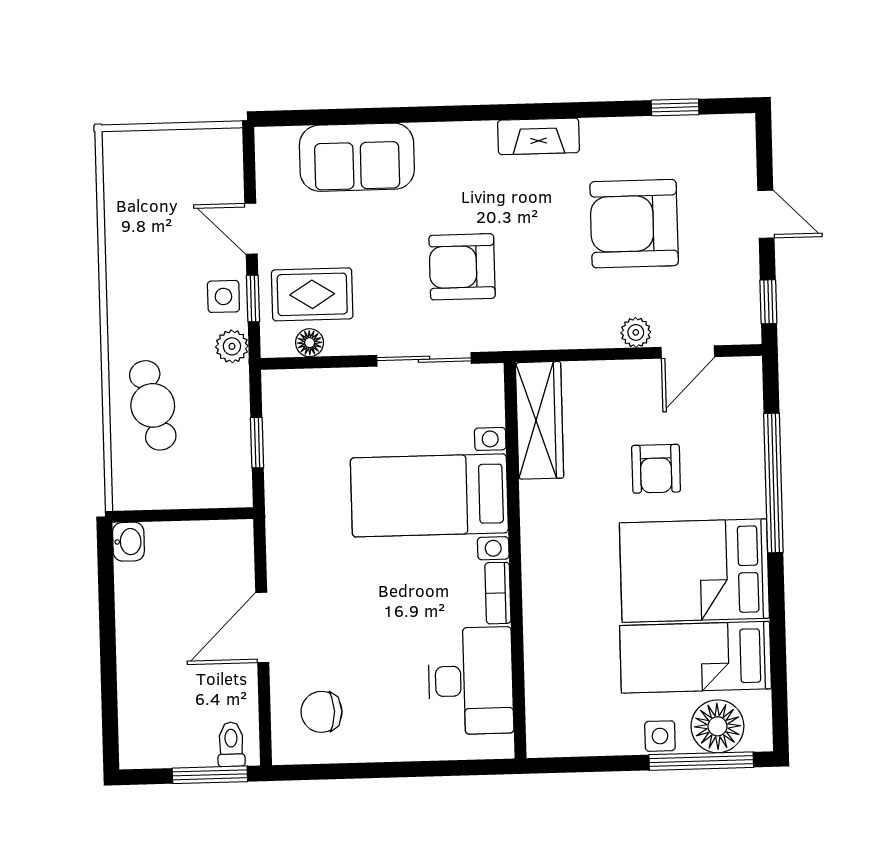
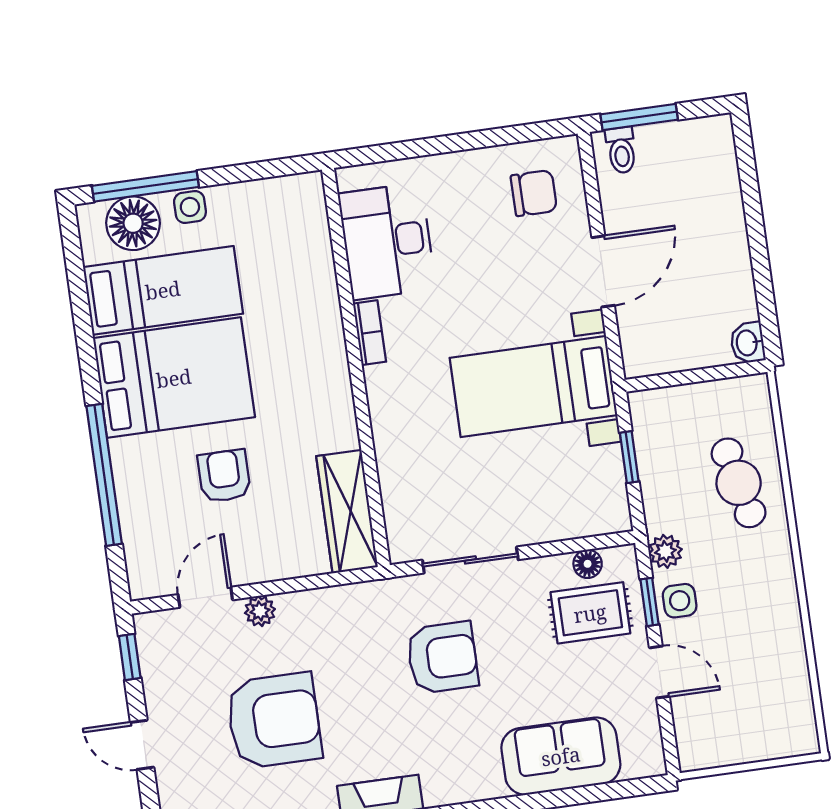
bed with nightstands: (429, 495) -> (533, 386), moved, turned 180

